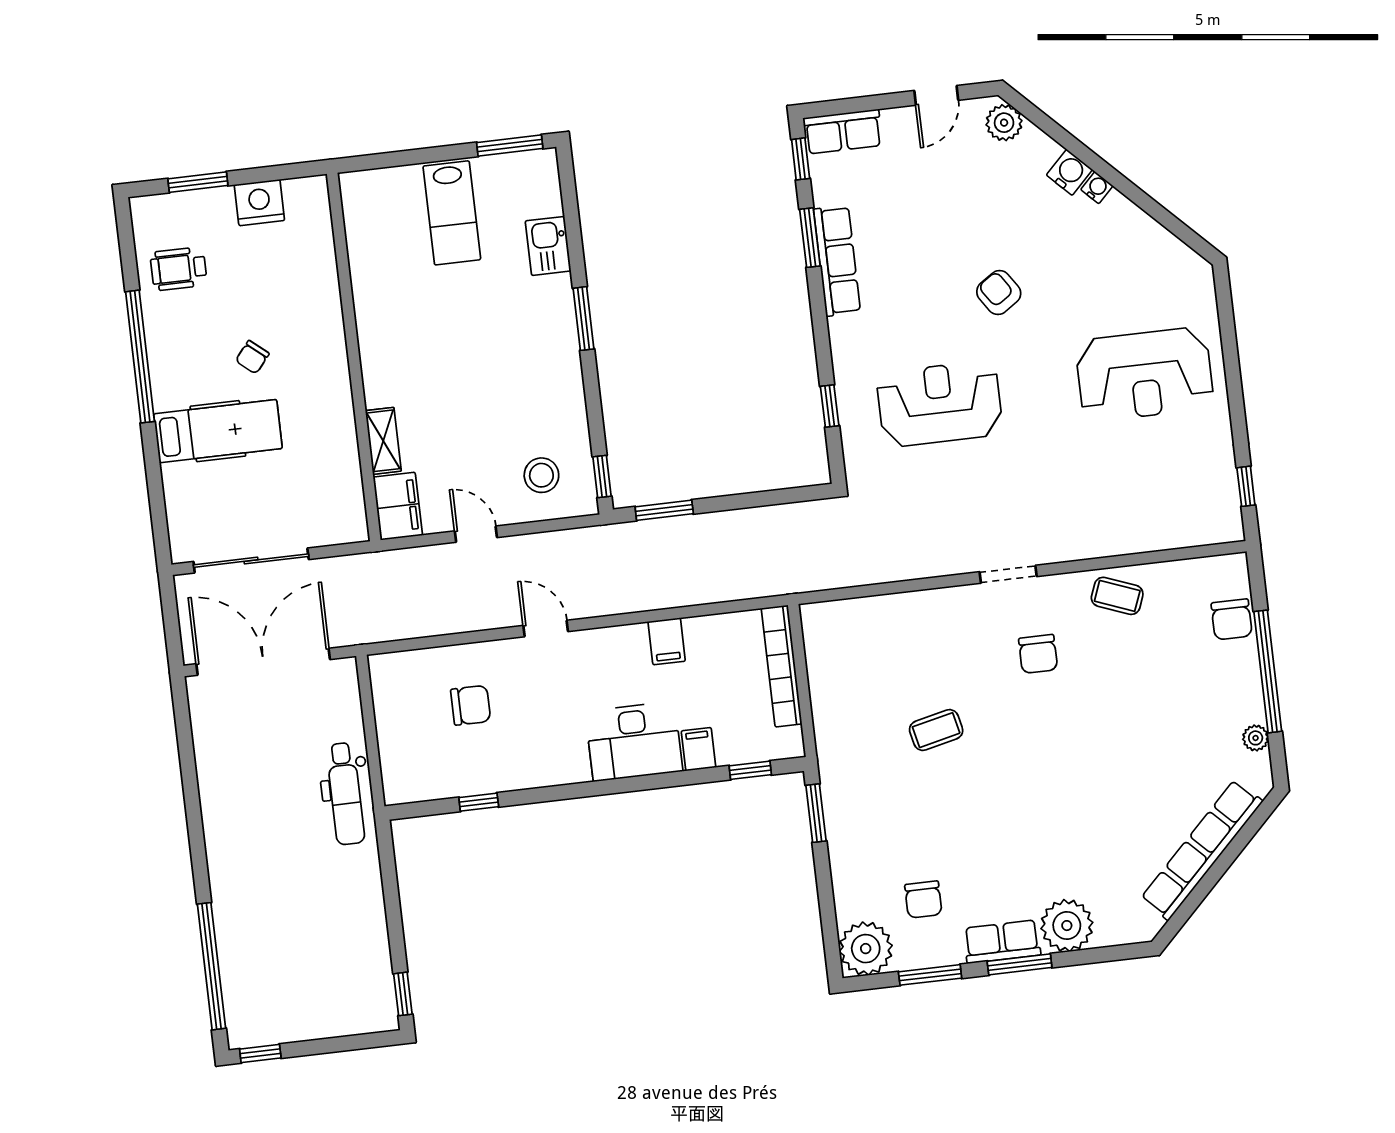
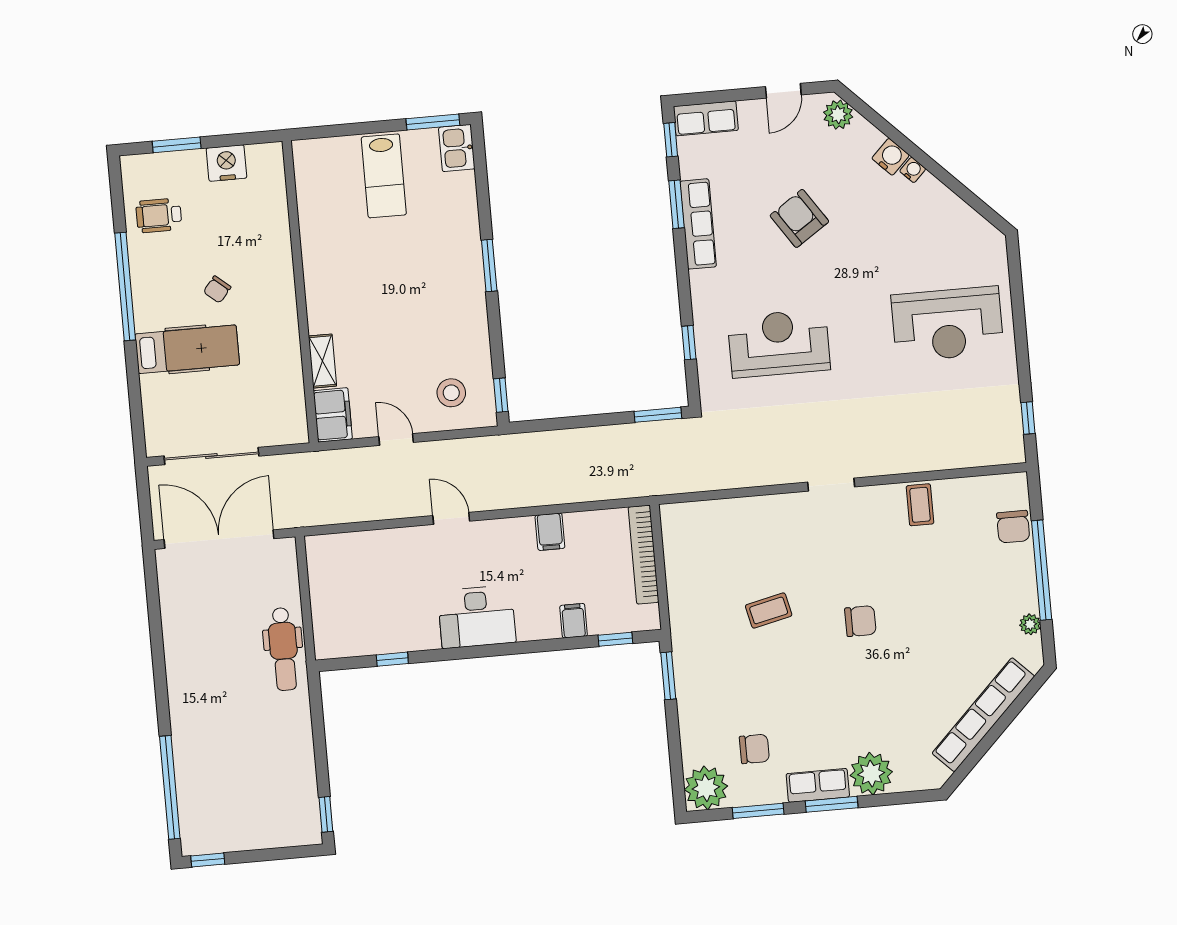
kitchen sink: (548, 246) -> (457, 148), moved
armchair: (999, 293) -> (799, 218), moved, width x1.38, depth x1.38
window: (664, 510) -> (658, 415), moved
coffee table: (1117, 596) -> (920, 505), turned 69
chair: (1038, 654) -> (860, 621), moved, turned -90
chair: (471, 705) -> (388, 580), removed
desk: (634, 741) -> (477, 617), moved
chair: (923, 899) -> (754, 749), turned -90

